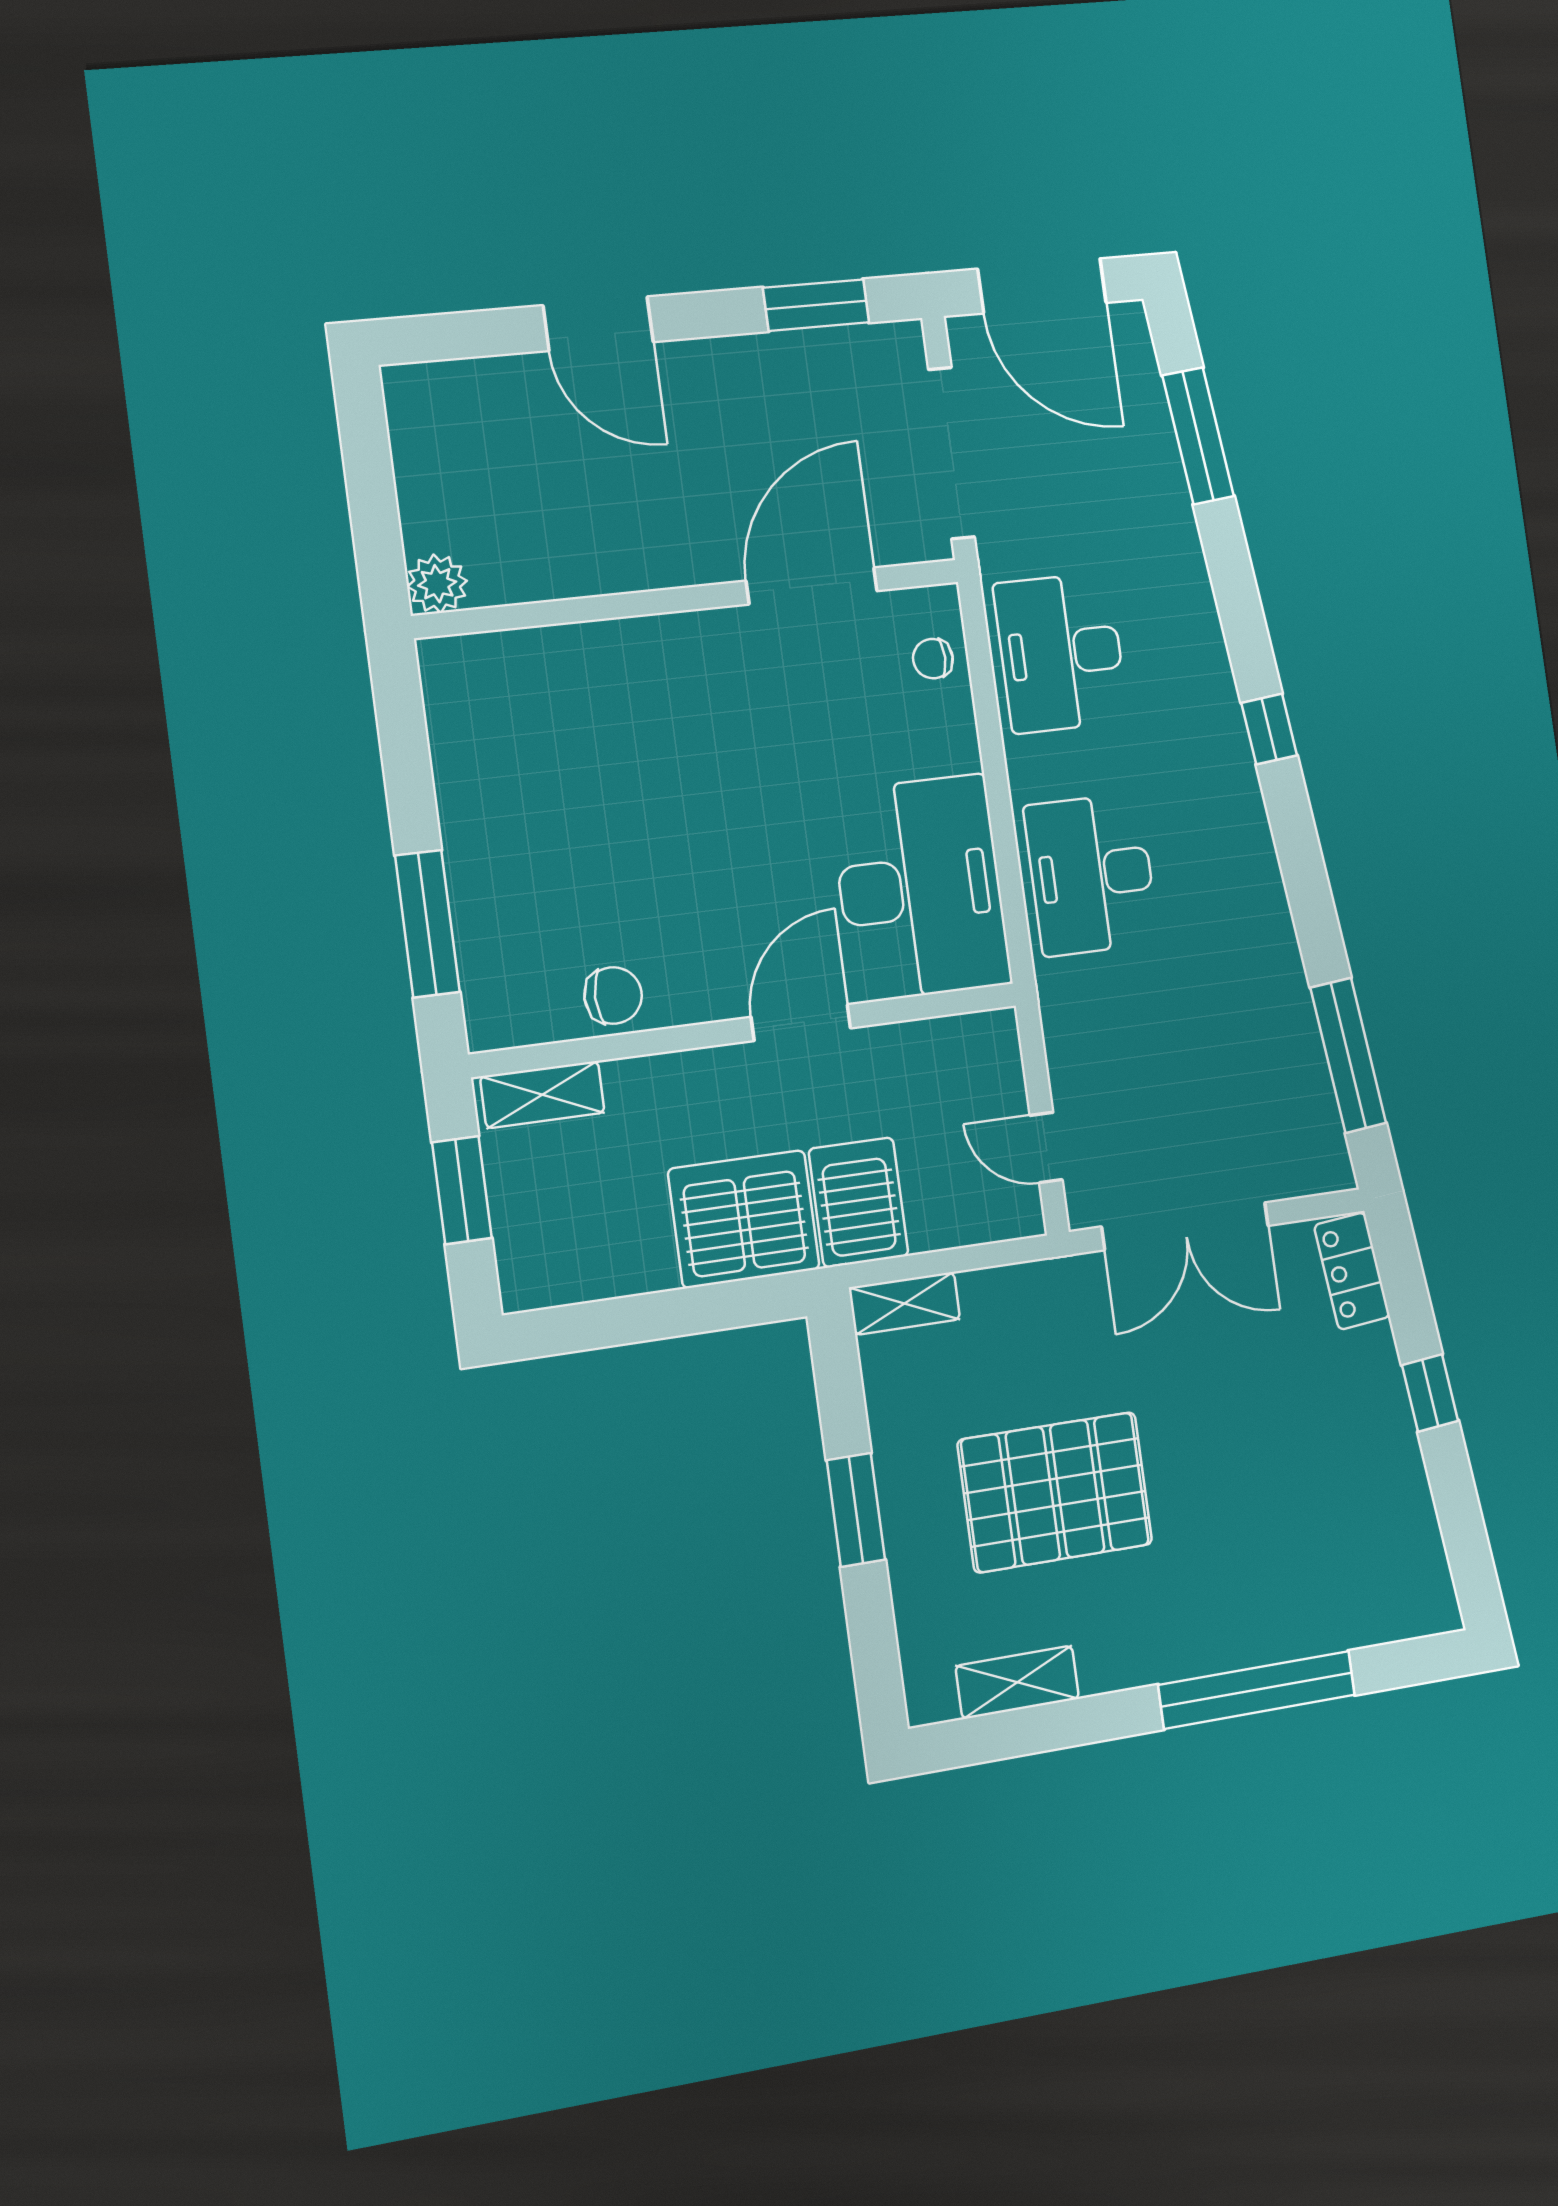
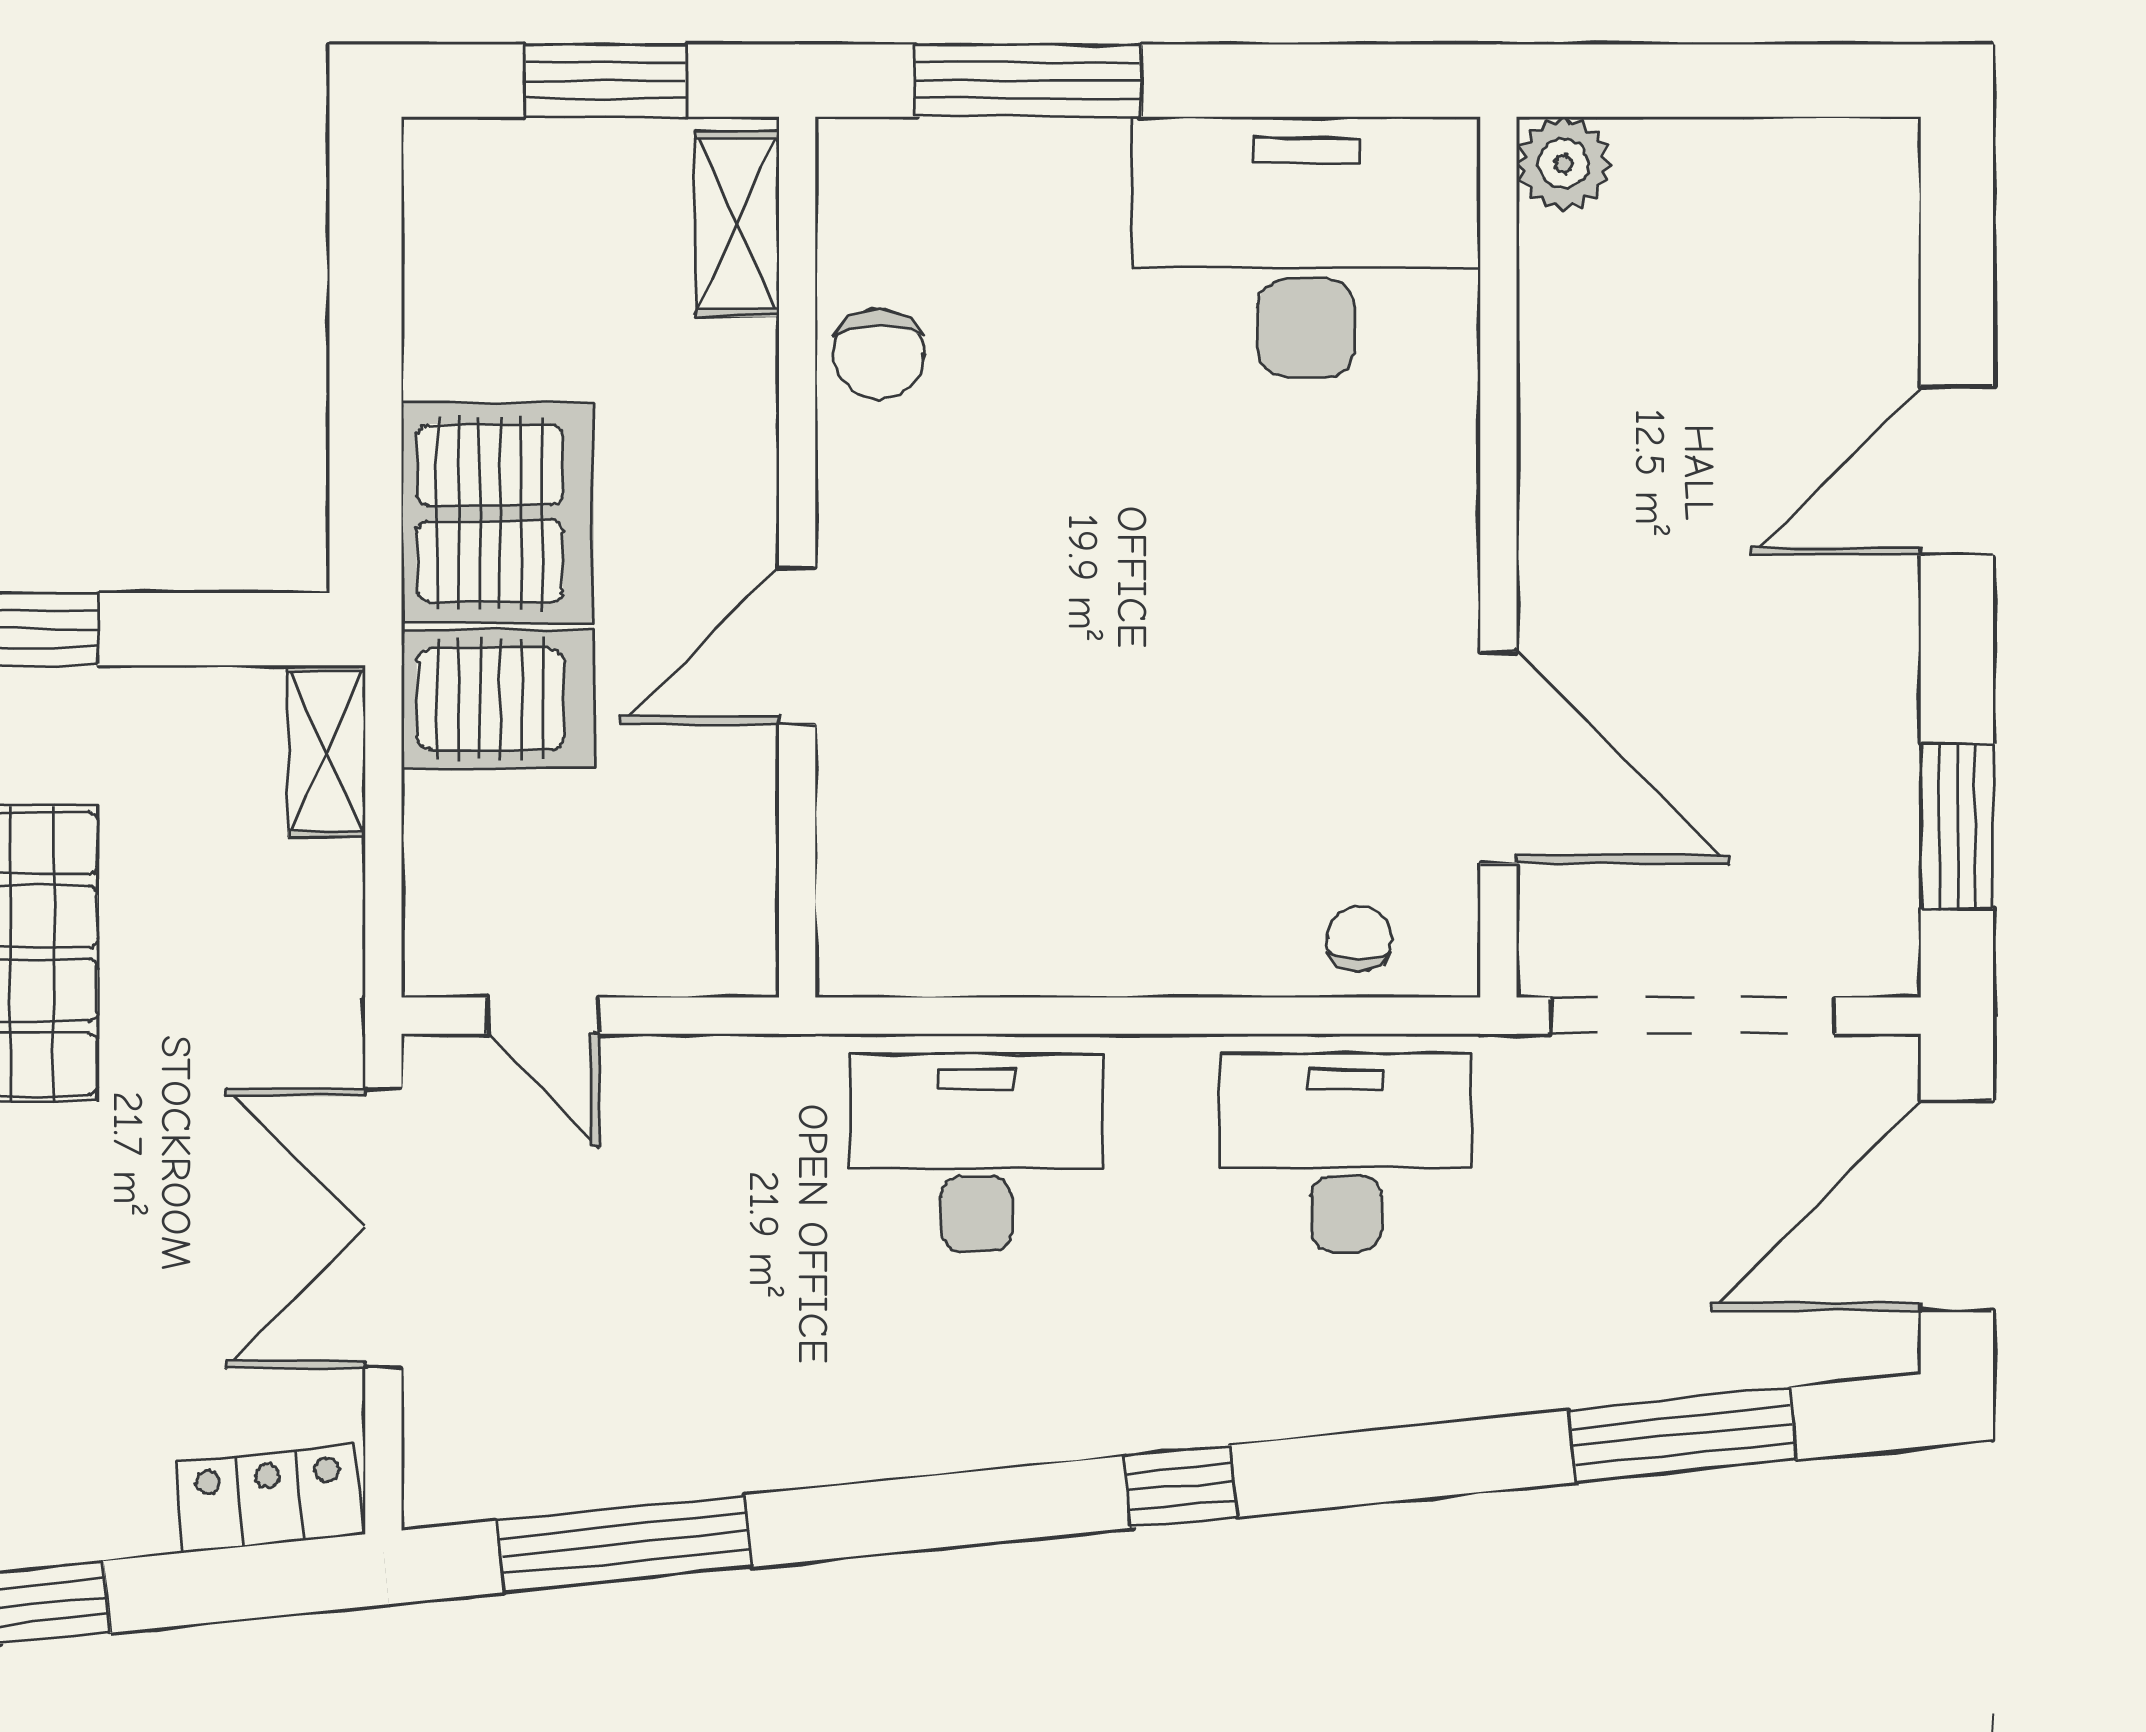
desk: (920, 888) -> (1306, 247), moved, turned 180
door: (801, 1023) -> (797, 645), swing flipped
door: (1046, 1148) -> (543, 1016), swing flipped

